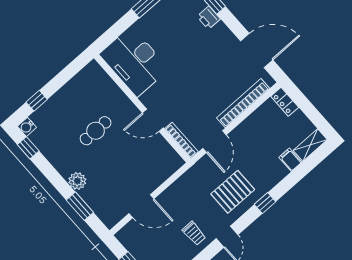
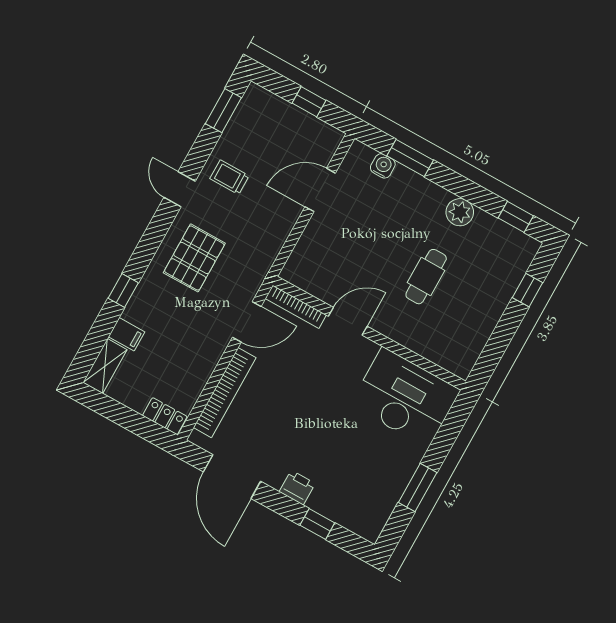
printer: (209, 18) -> (297, 488), moved
door: (257, 51) -> (232, 477), hinge flipped
water cooler: (27, 127) -> (383, 166), moved
door: (215, 142) -> (247, 322), swing flipped
plant: (77, 181) -> (460, 212), moved
window: (265, 203) -> (123, 290), moved

